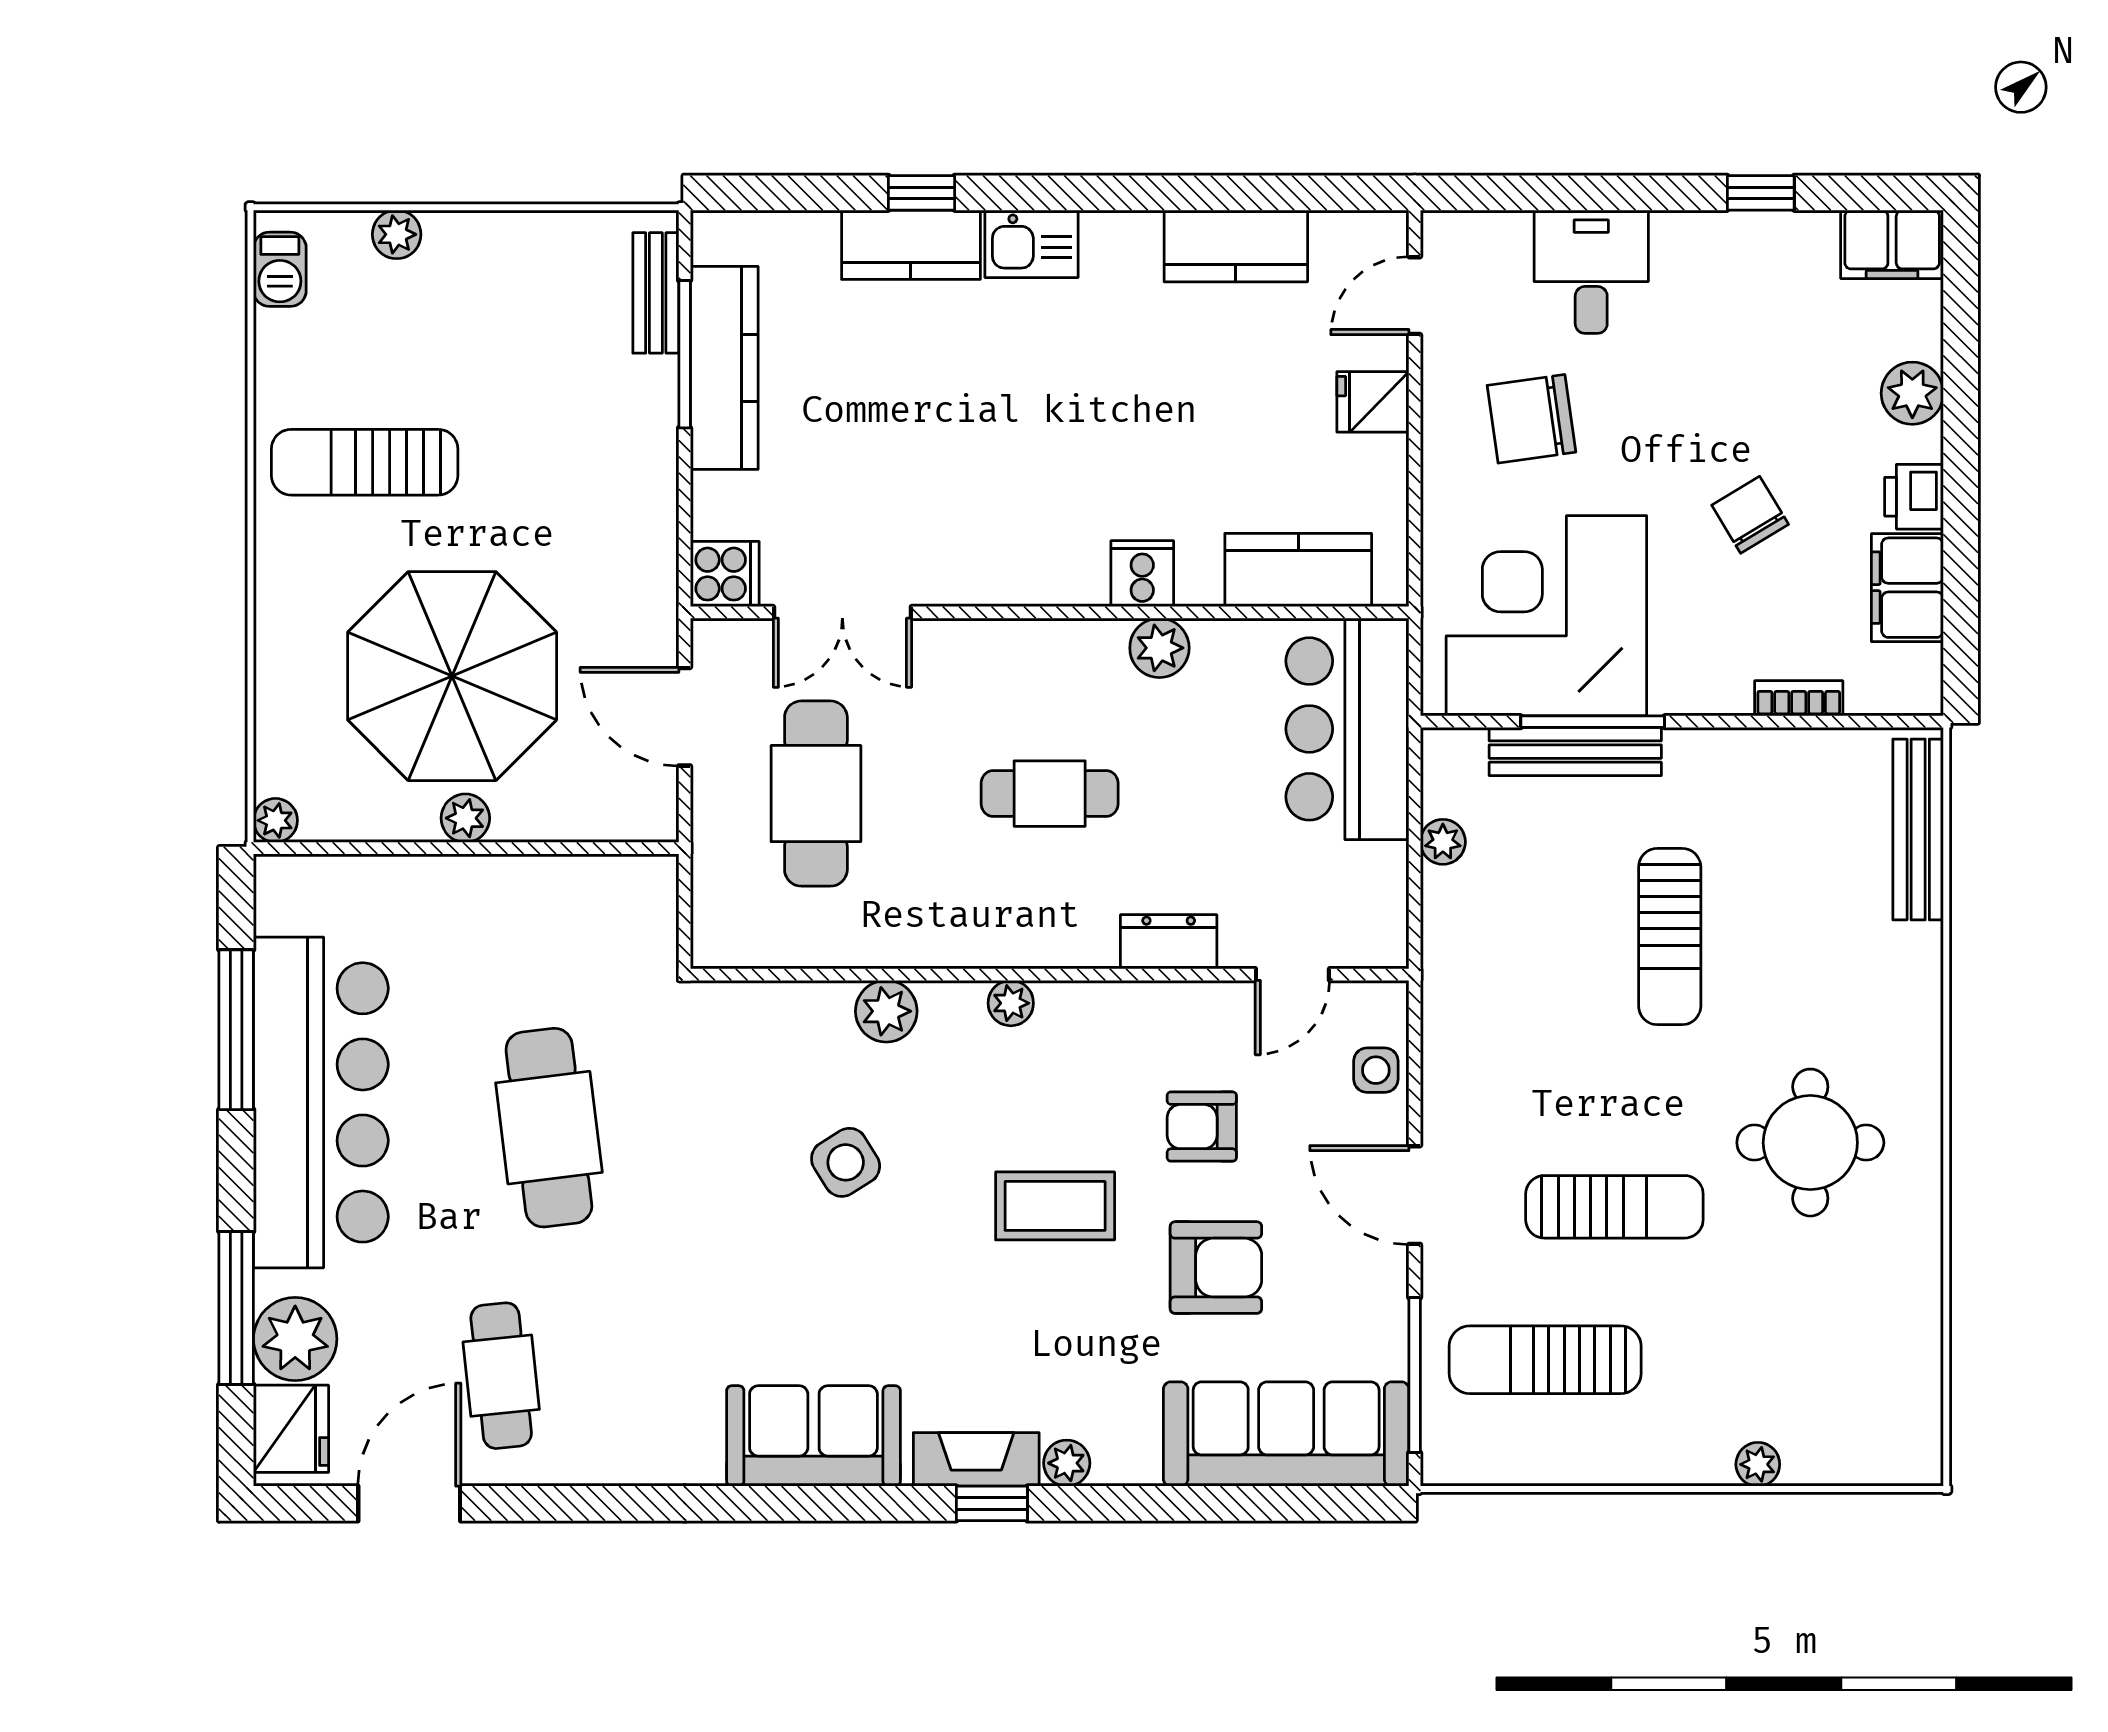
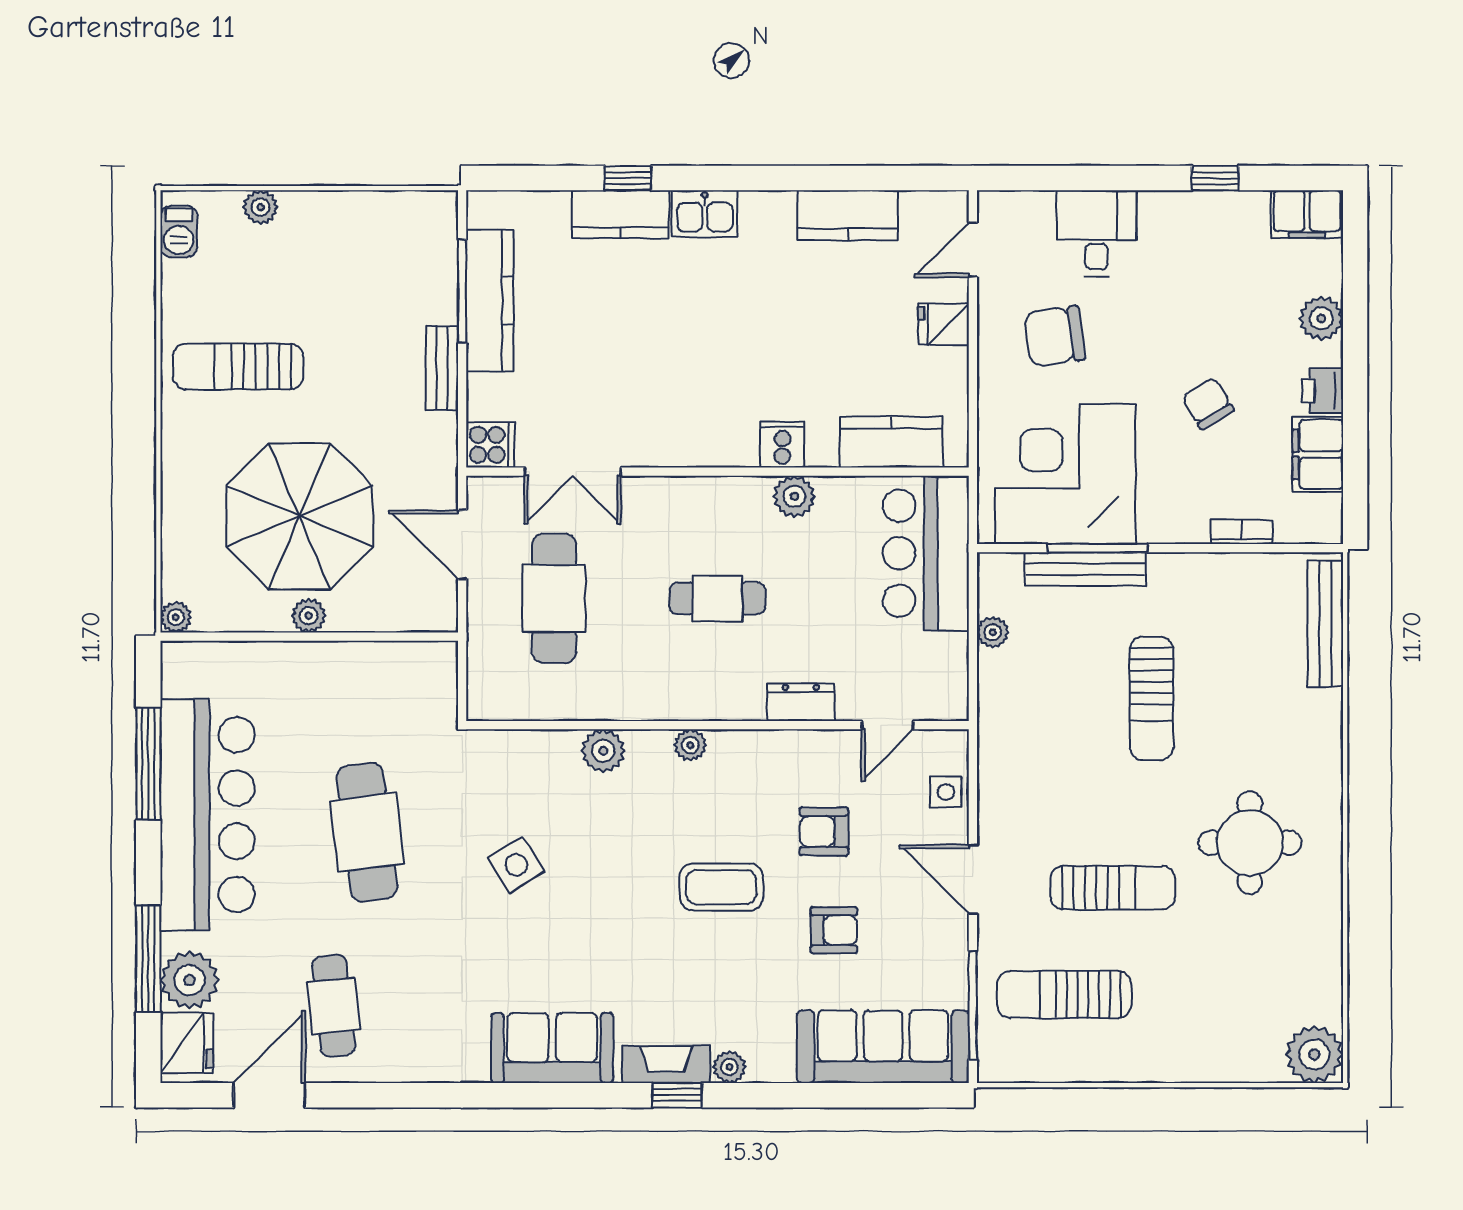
bench: (656, 293) -> (442, 368), moved
side table: (846, 1162) -> (516, 865), moved
armchair: (1216, 1268) -> (834, 930), width x0.72, depth x0.72
plant: (1758, 1464) -> (1314, 1054), moved, width x1.88, depth x1.88

